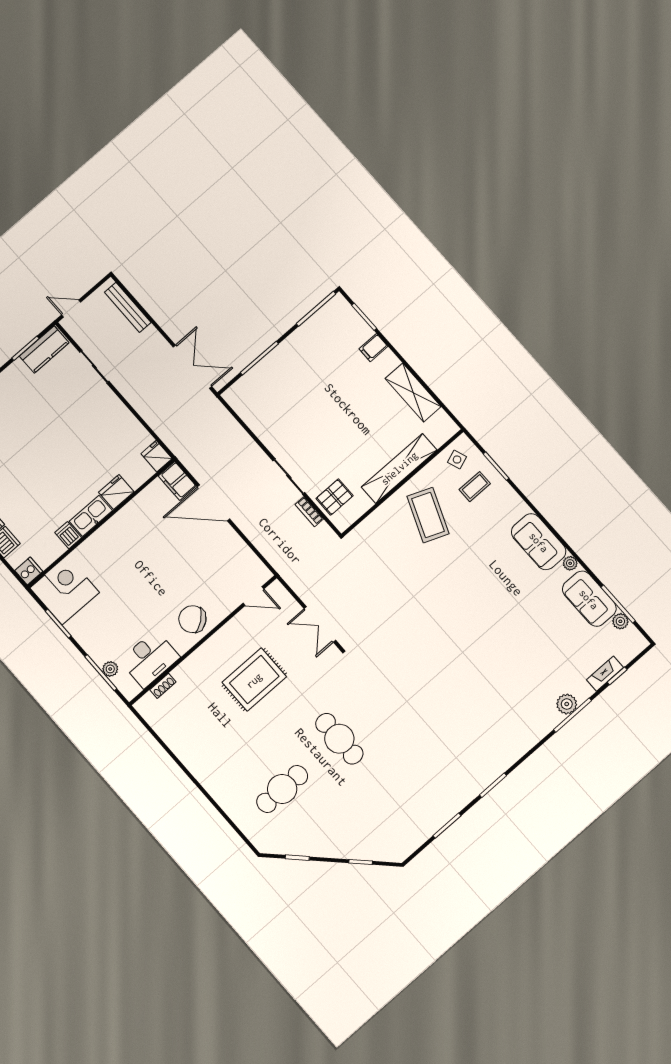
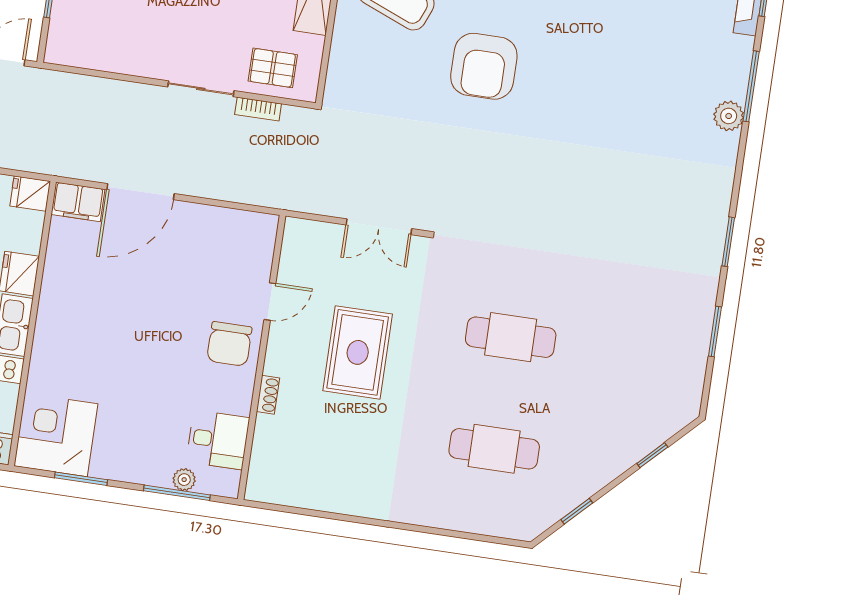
pallet: (335, 497) -> (273, 68), turned 90
armchair: (443, 588) -> (484, 66), added
door: (253, 596) -> (270, 302), moved
chair: (192, 619) -> (229, 344), turned -52
desk: (150, 659) -> (218, 440), width x0.73
shoe rack: (163, 686) -> (268, 395), moved
plant: (567, 704) -> (729, 116), moved
cafe table: (282, 789) -> (494, 449), turned 90

